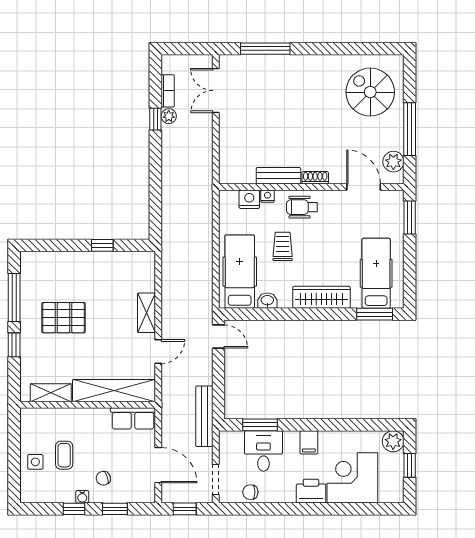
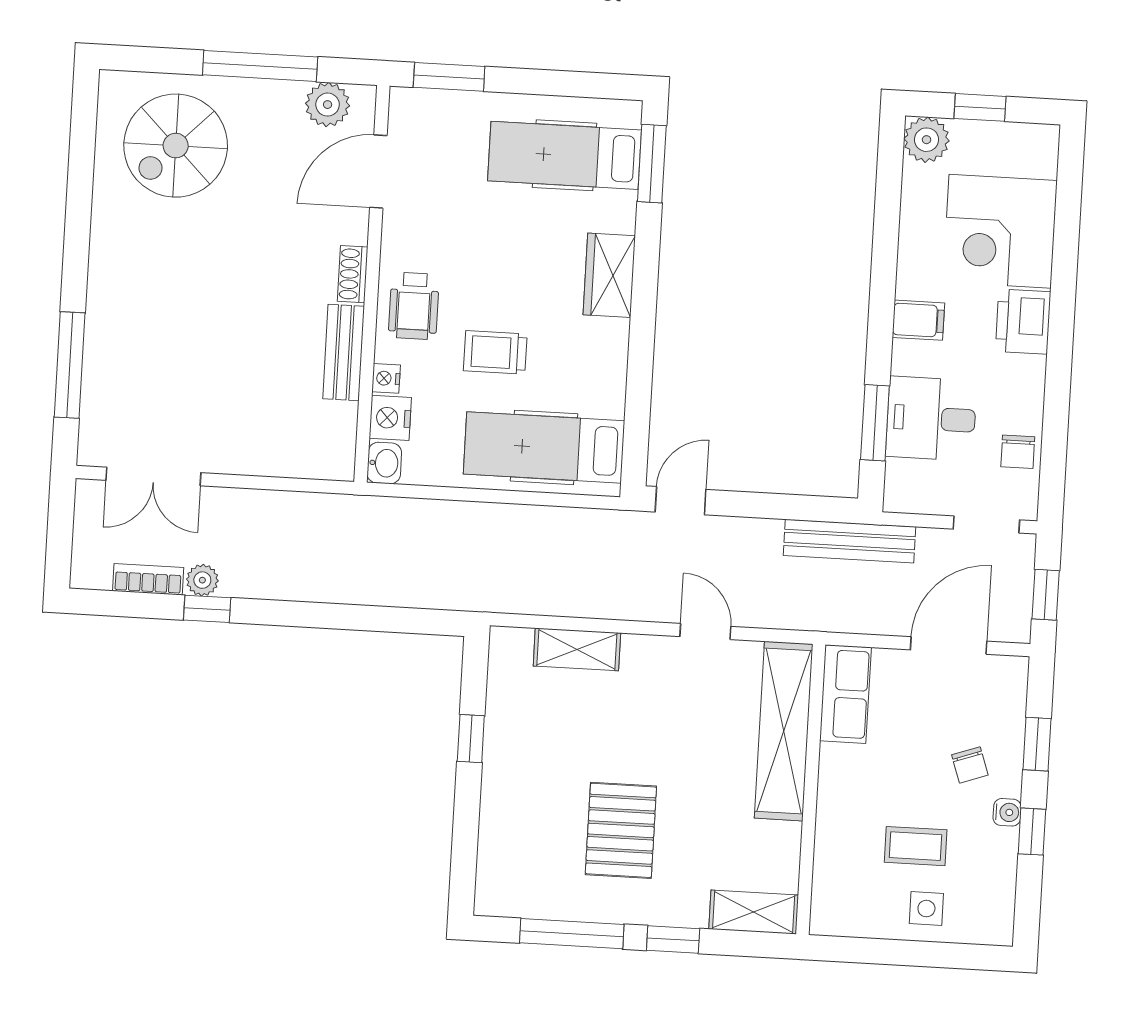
wardrobe: (321, 297) -> (609, 275), width x0.67
washbasin: (267, 301) -> (384, 463), moved, turned 180
shelving: (147, 313) -> (577, 649), moved
shelving: (51, 393) -> (754, 912), moved, turned 90

